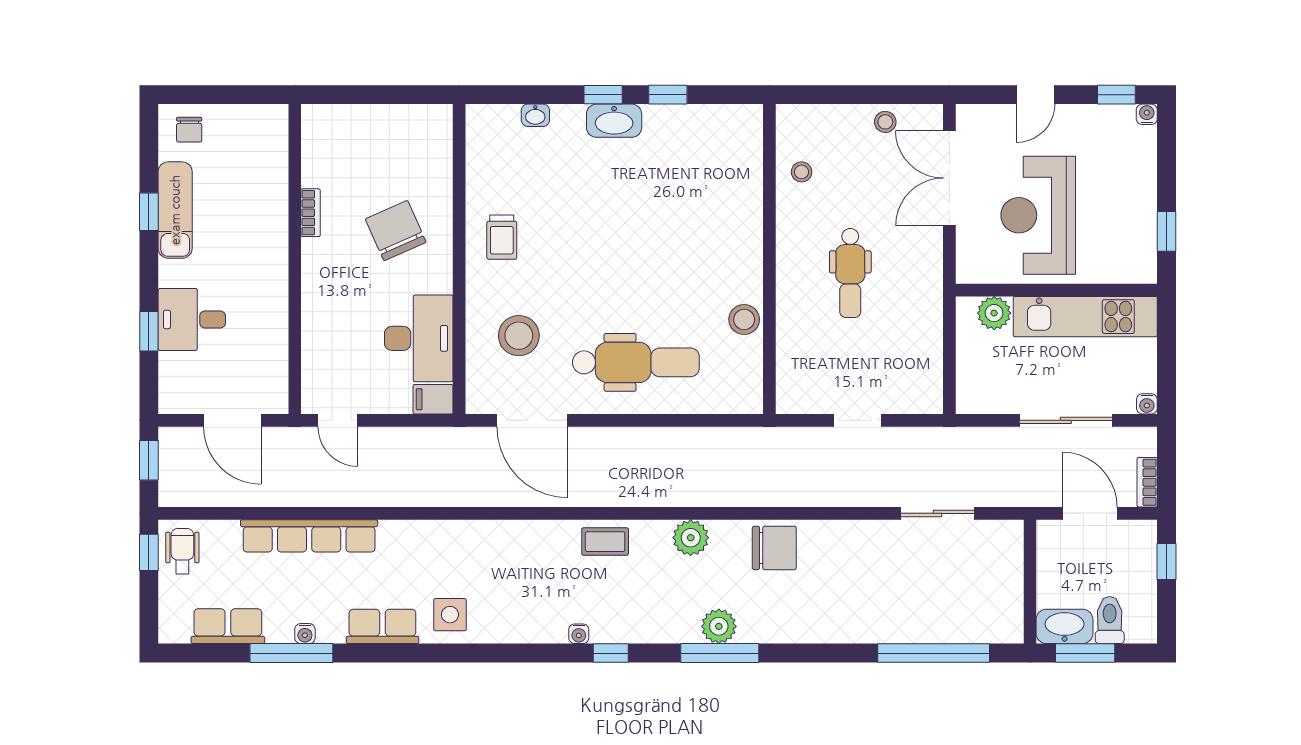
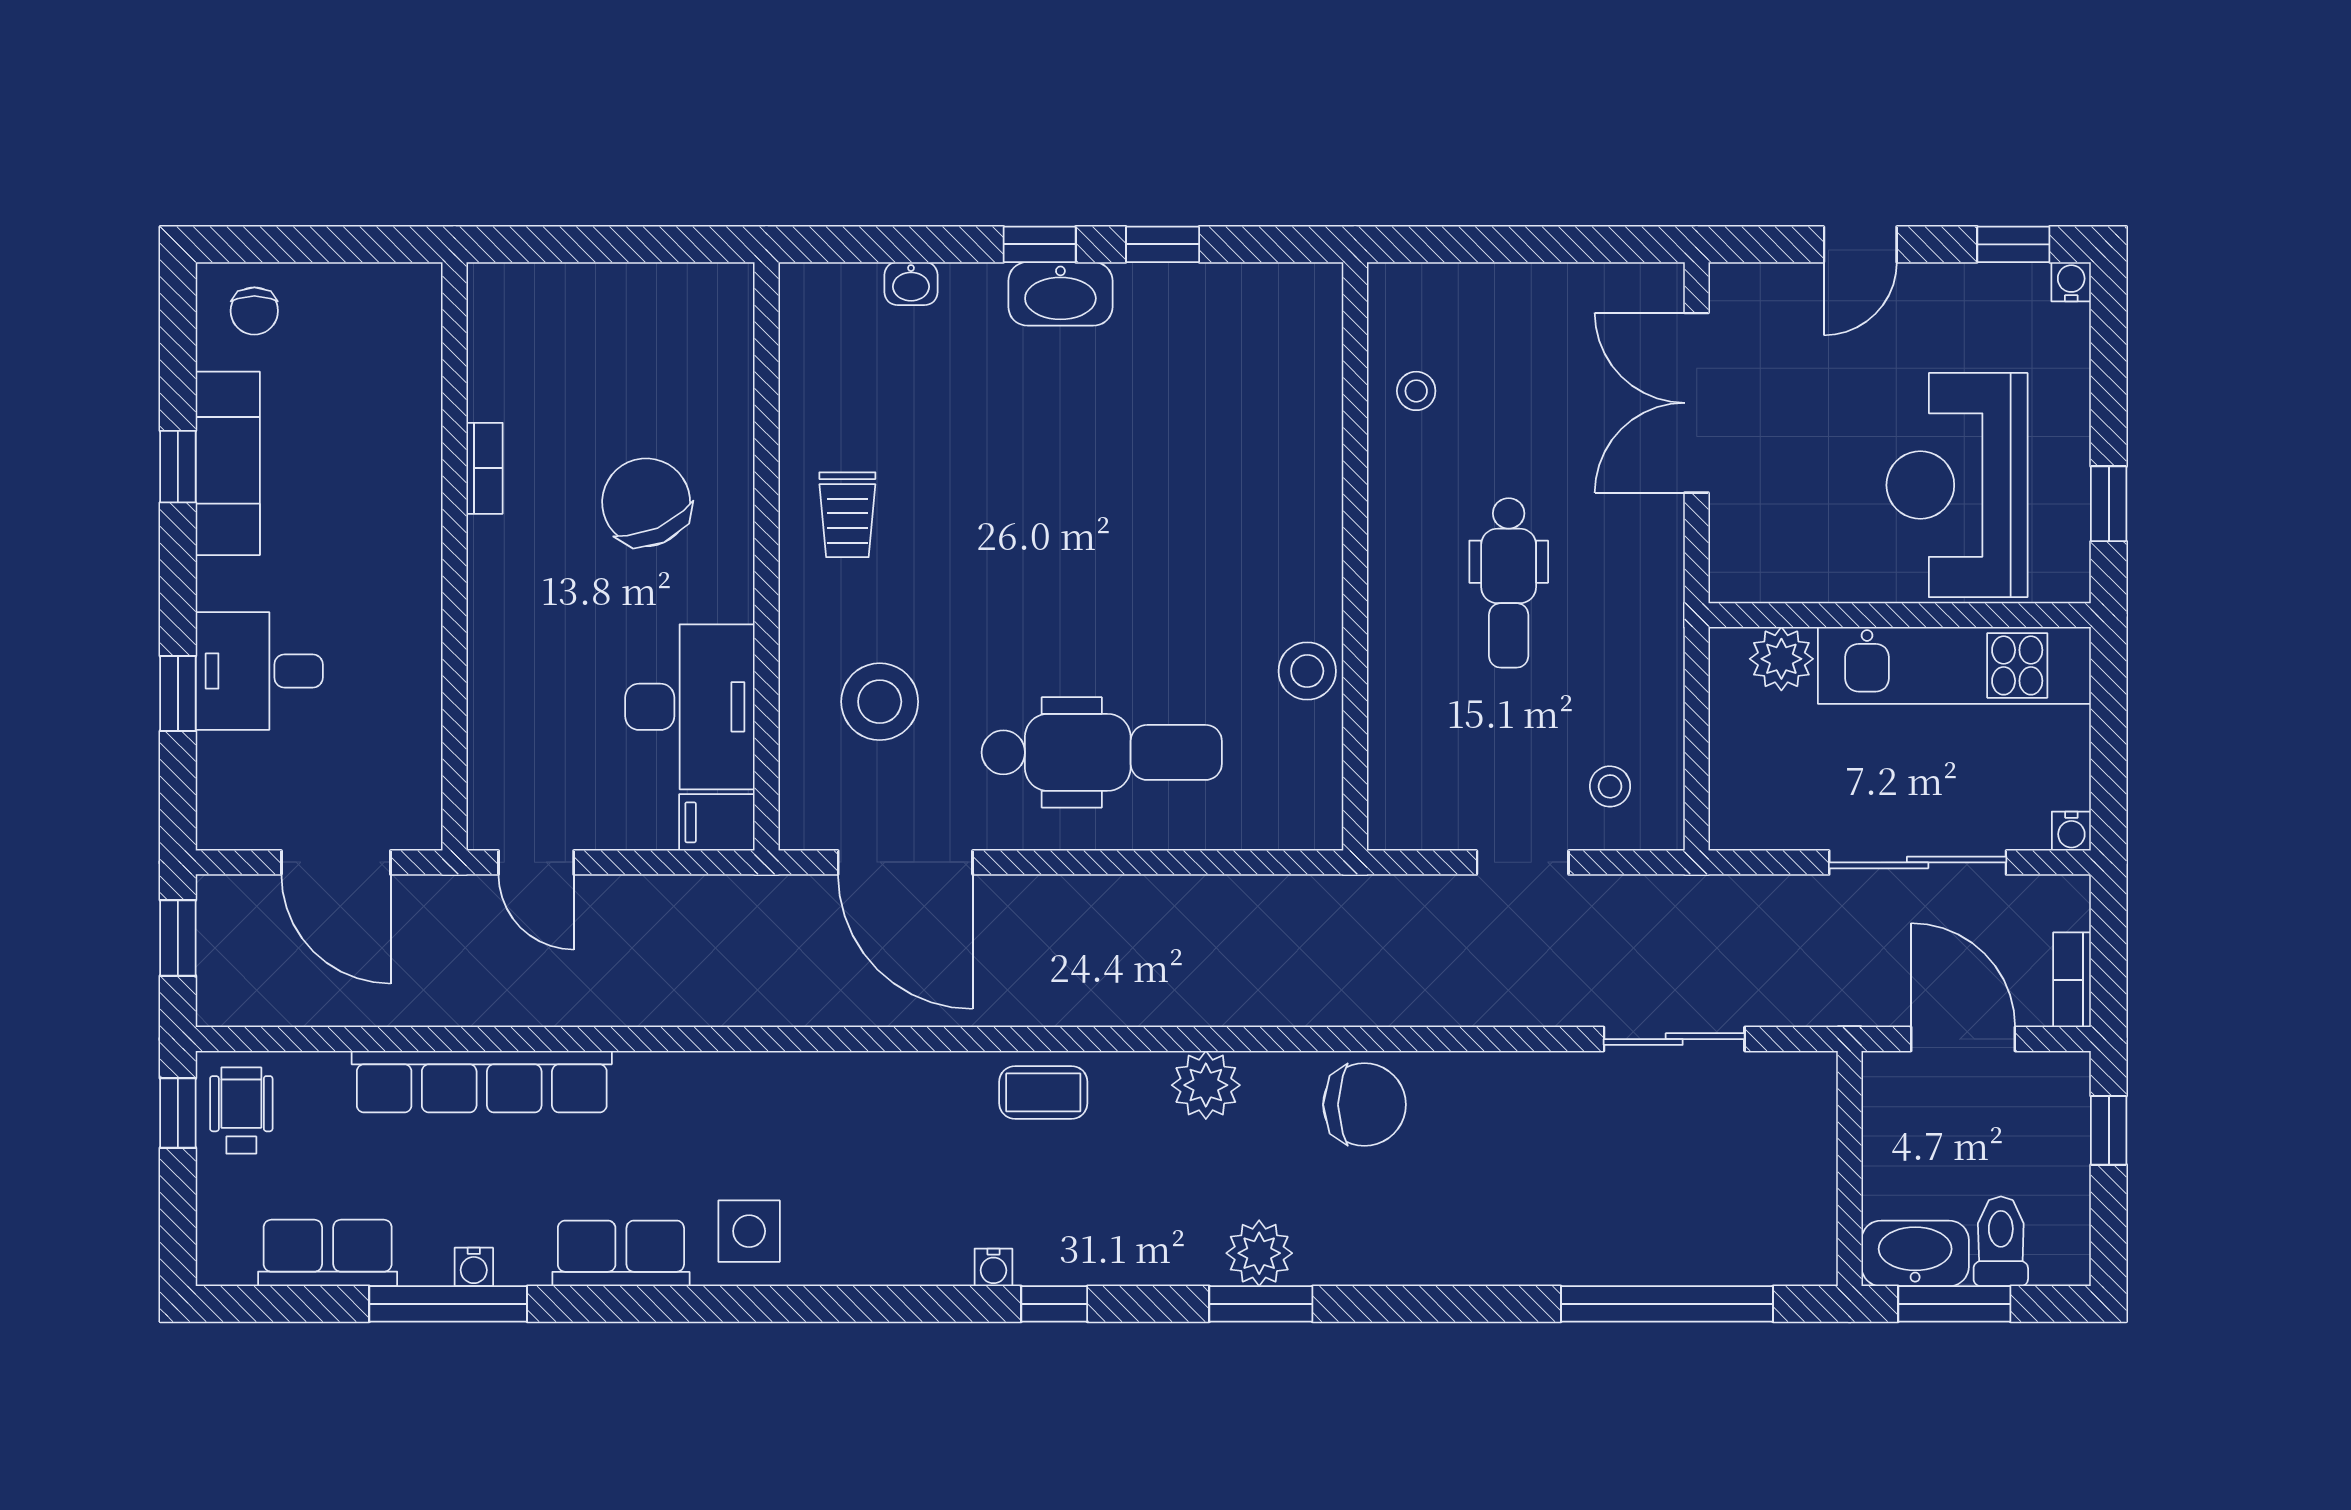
stool: (885, 122) -> (1610, 786), moved
reception desk: (1038, 215) -> (1957, 485), moved
window: (720, 653) -> (1261, 1304), width x0.69

